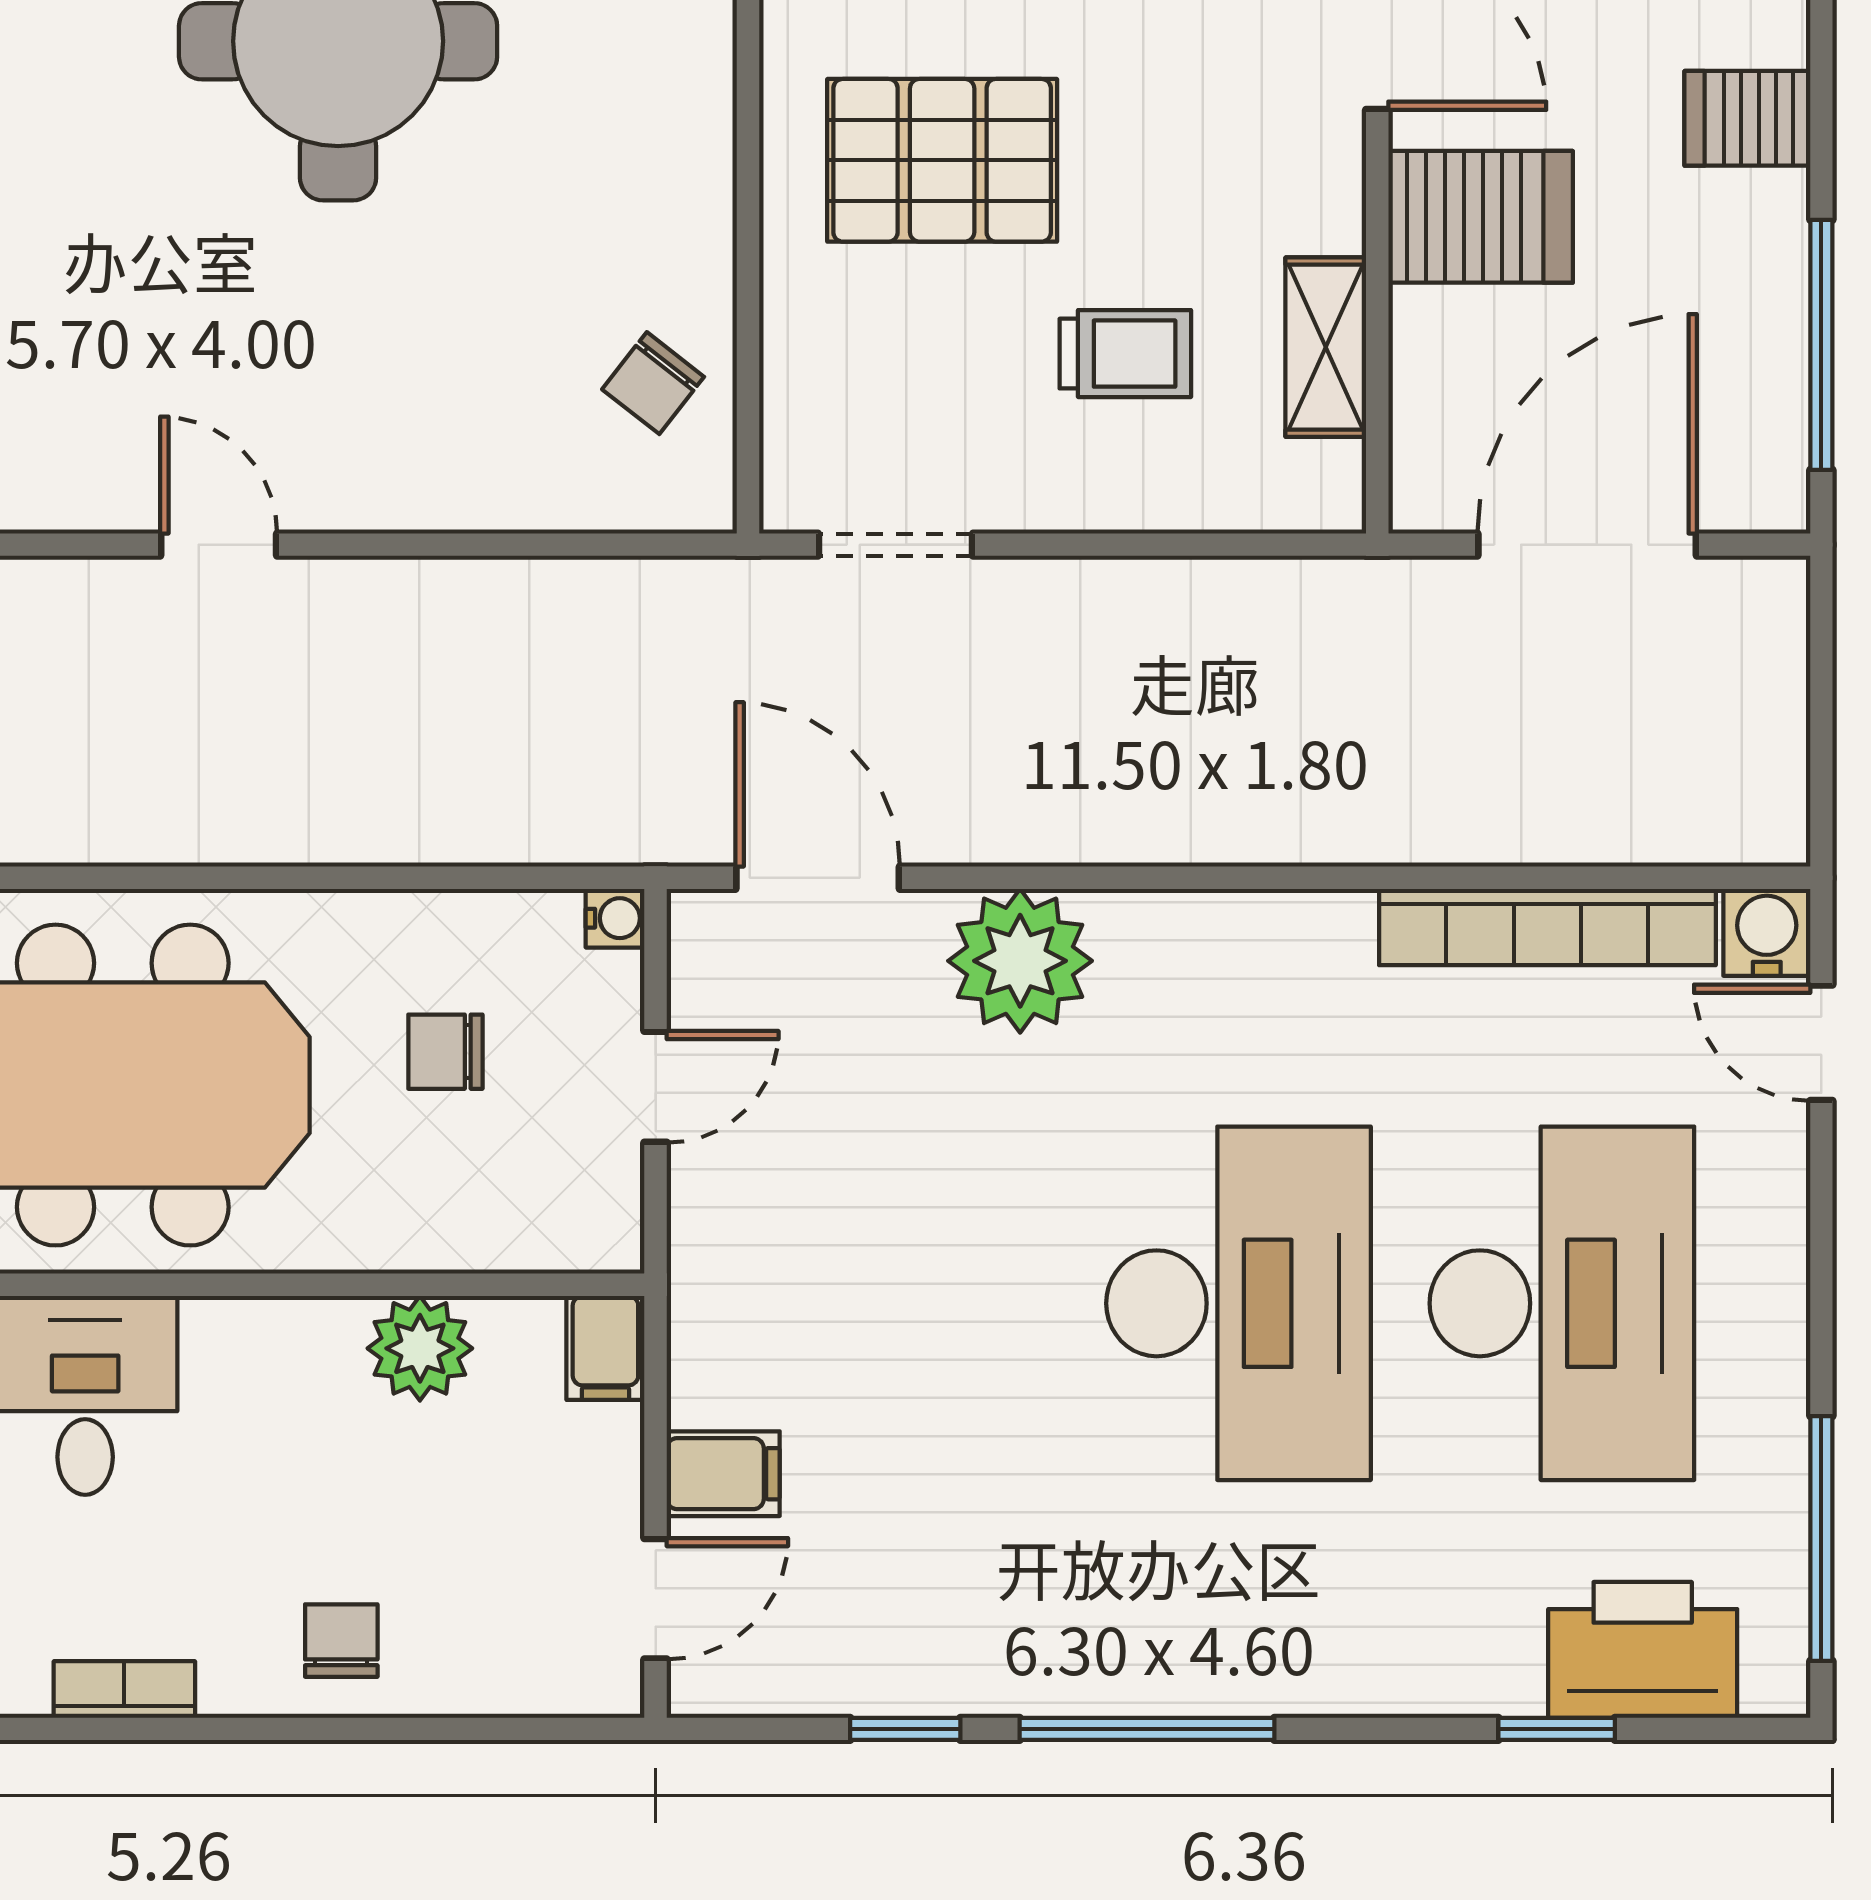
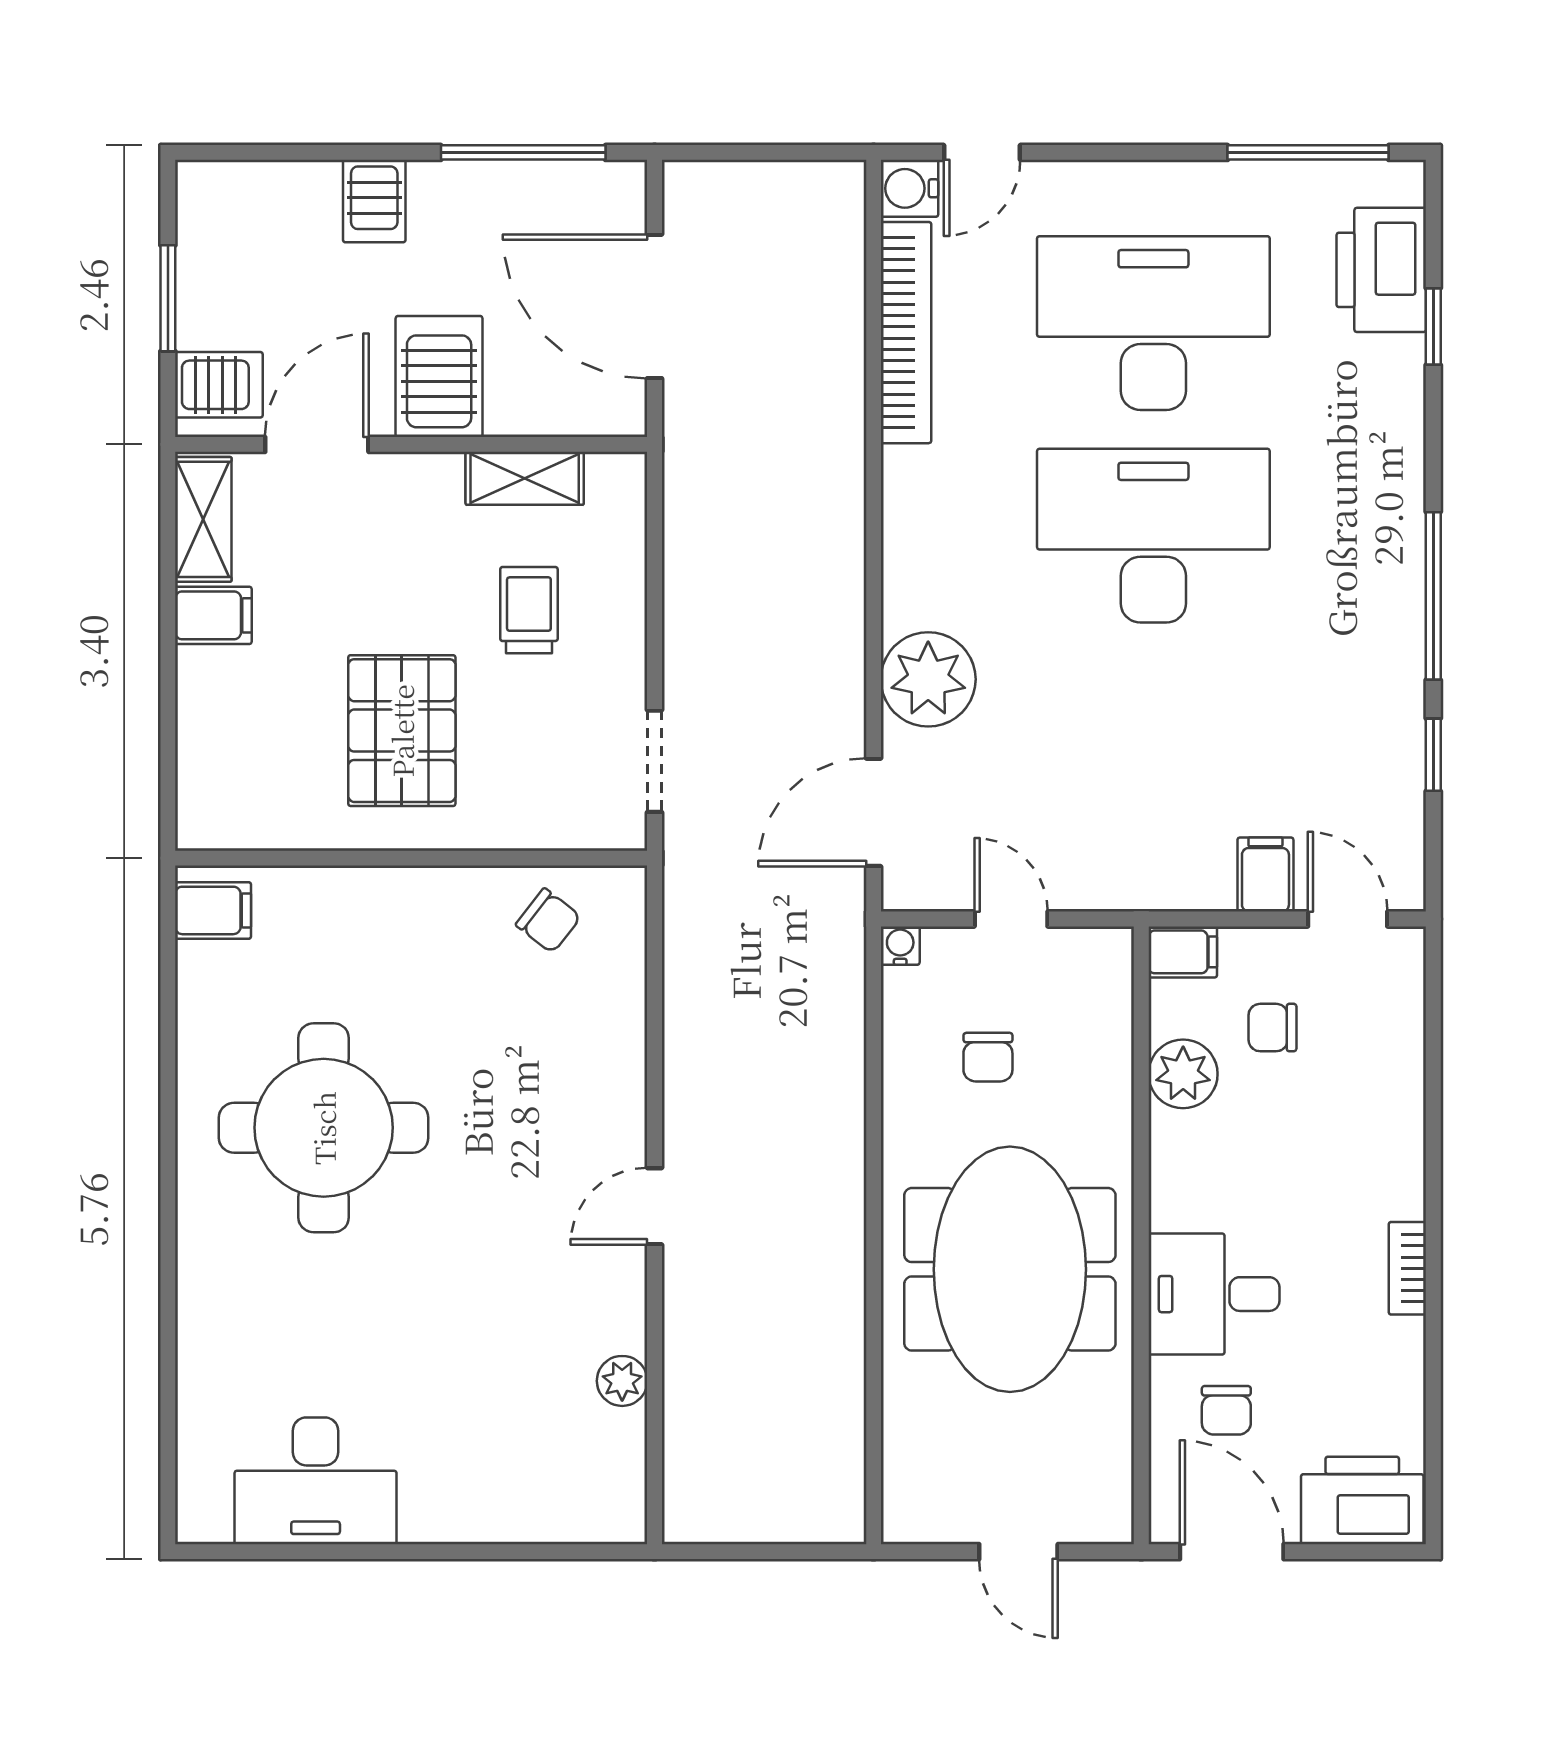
chair: (341, 1641) -> (1272, 1028), moved

